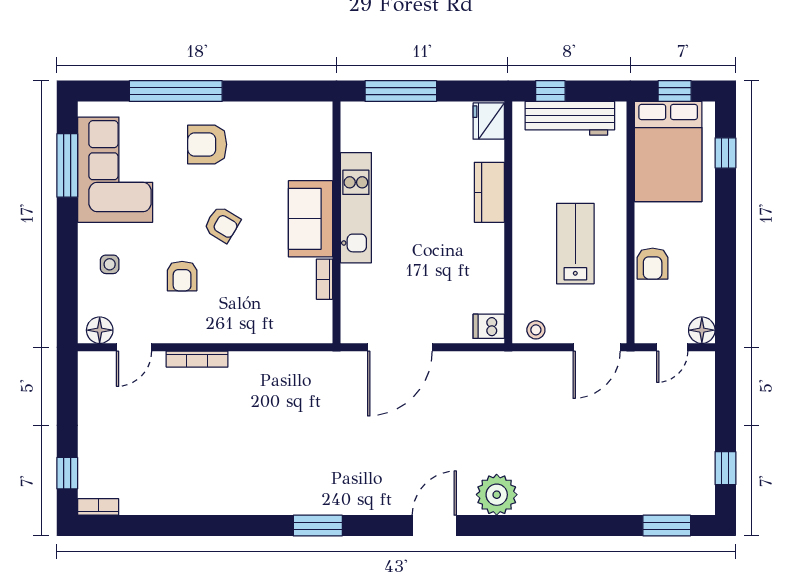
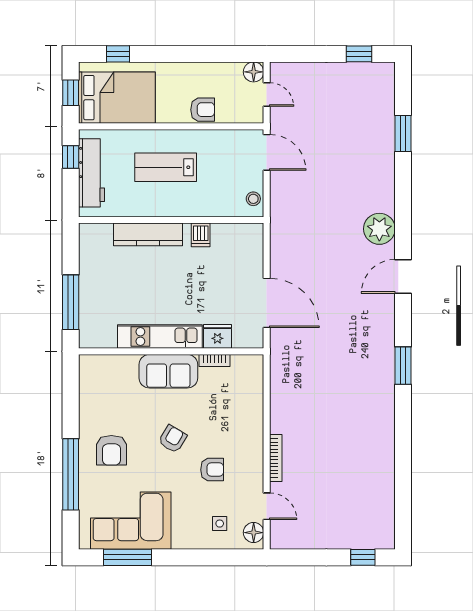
window: (550, 91) -> (71, 157), moved
fridge: (489, 121) -> (217, 336), moved, turned 180
kitchen counter: (489, 192) -> (148, 234), width x1.50
lab bench: (575, 244) -> (166, 167), moved
side table: (110, 264) -> (220, 524), moved
dishwasher: (489, 326) -> (201, 235), moved
bookcase: (98, 507) -> (389, 534), removed
door: (434, 526) -> (403, 277), hinge flipped
window: (667, 526) -> (403, 134), moved

